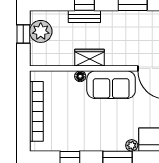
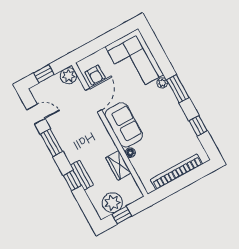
wardrobe: (89, 58) -> (118, 165), moved

